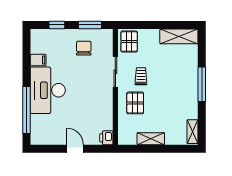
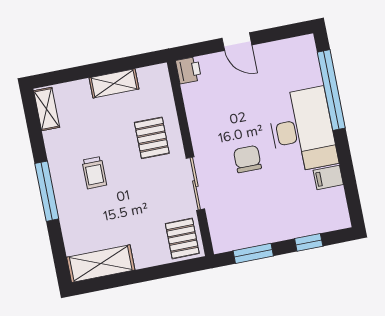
chair: (84, 48) -> (247, 159), moved, turned 180
trolley: (141, 76) -> (94, 173), moved

